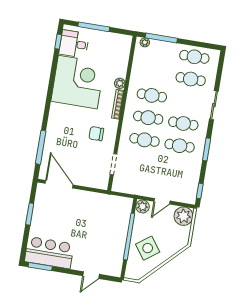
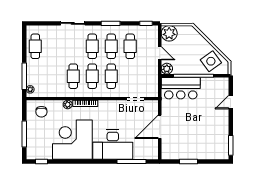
desk: (74, 44) -> (113, 145), moved, width x1.87, depth x1.30
cafe table: (191, 79) -> (130, 46), moved
chair: (96, 134) -> (41, 112), moved
door: (59, 184) -> (160, 127), moved
side table: (148, 248) -> (211, 61), moved
bar counter: (49, 253) -> (181, 88), moved, turned -90
door: (91, 275) -> (231, 102), swing flipped

